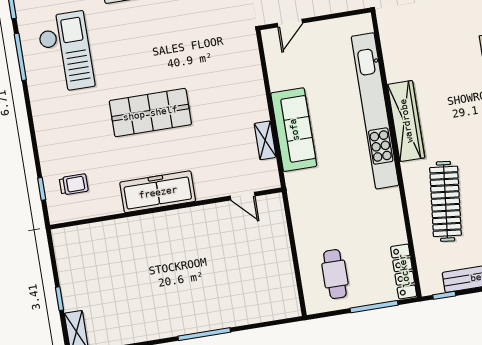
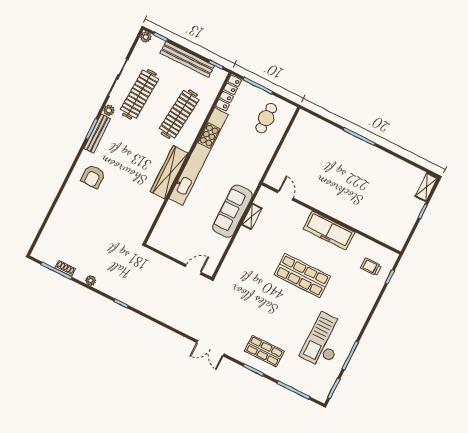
kitchen unit: (375, 111) -> (199, 156), moved

